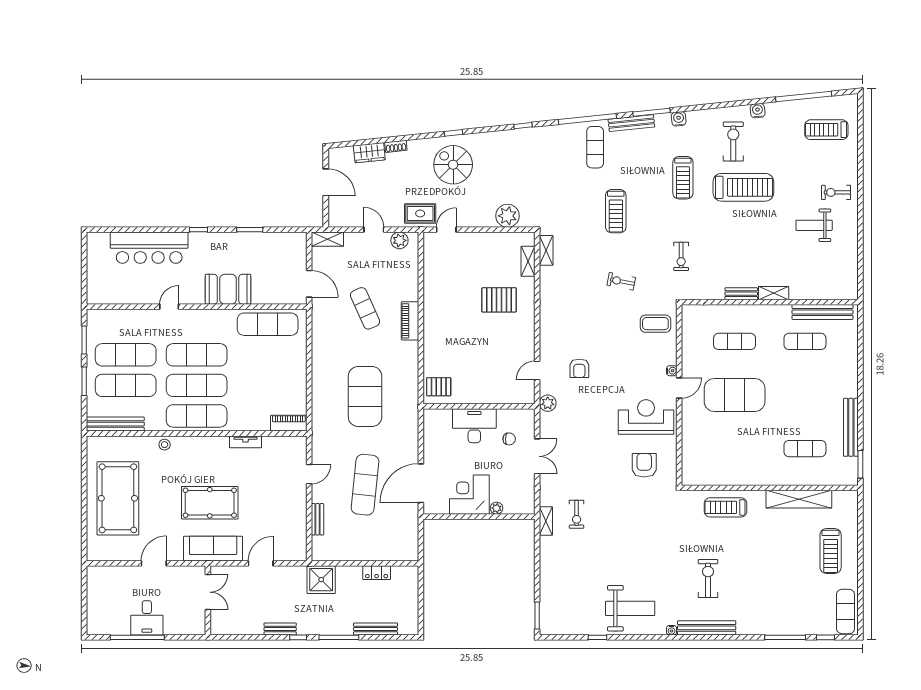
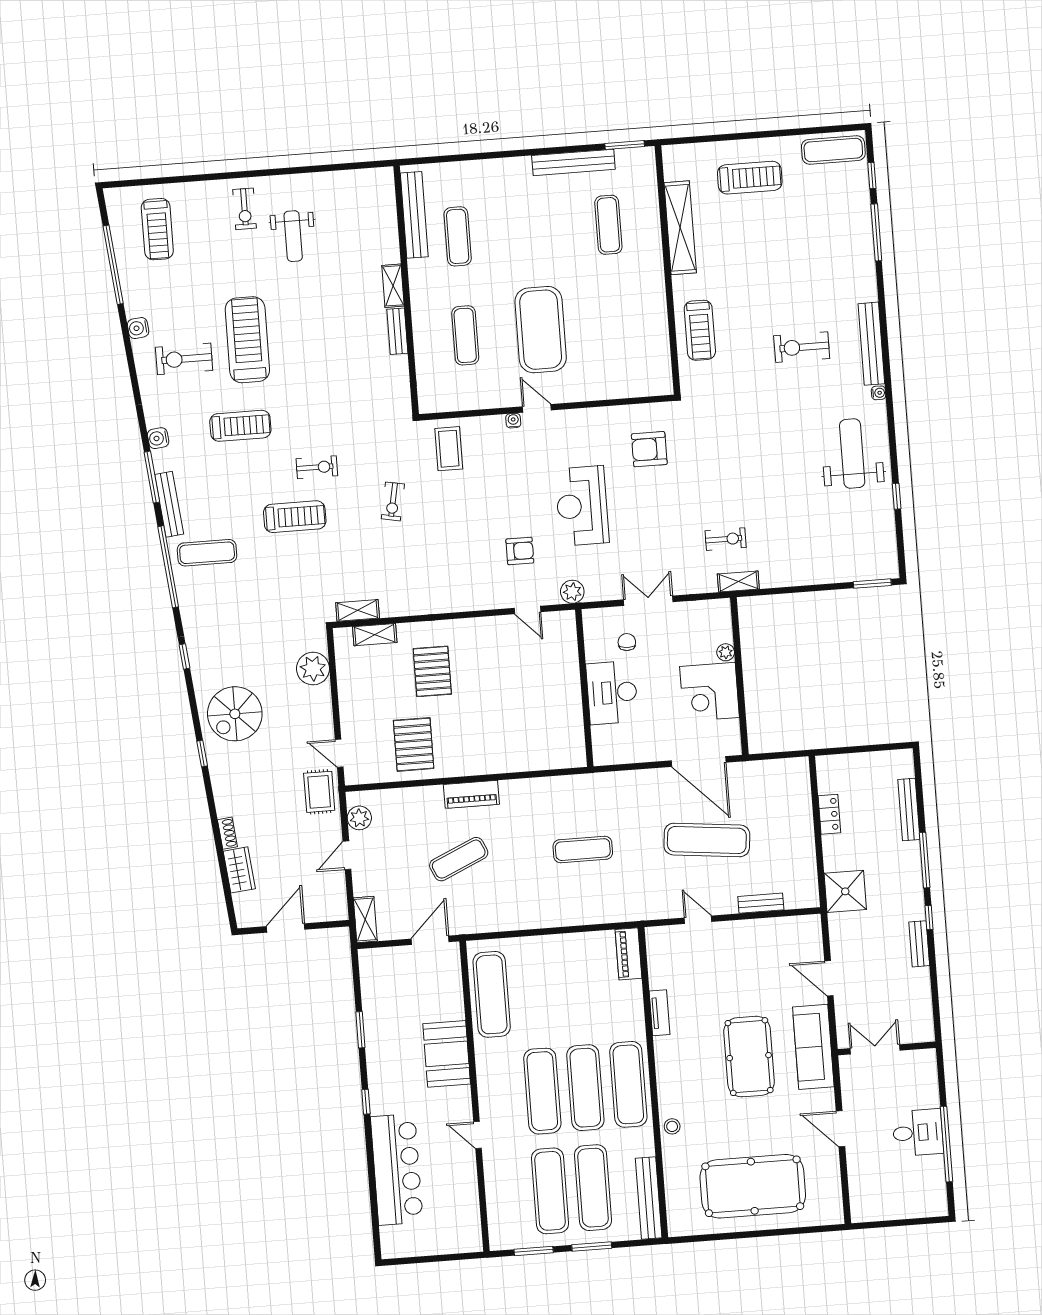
spiral stairs: (453, 165) -> (235, 714), moved
exercise bike: (681, 256) -> (317, 467), moved
pallet: (439, 387) -> (414, 744), moved, width x1.50, depth x1.42
exercise mat: (365, 397) -> (583, 850), width x0.50, depth x0.69
reception desk: (646, 417) -> (582, 506), moved

